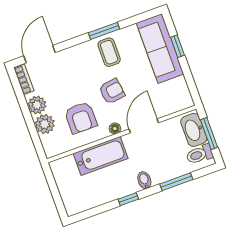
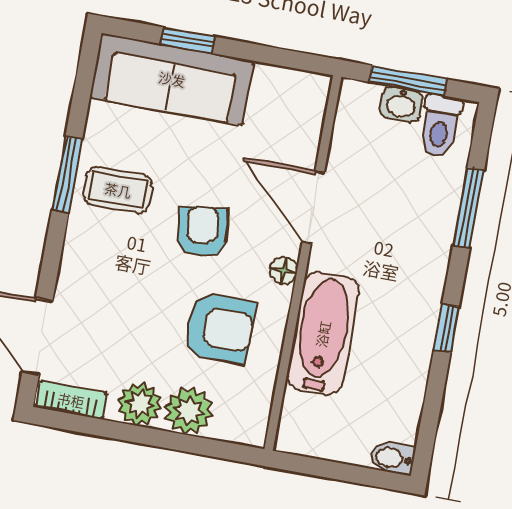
washbasin: (194, 130) -> (401, 104), width x0.52, depth x0.69
bidet: (144, 180) -> (392, 458), moved

